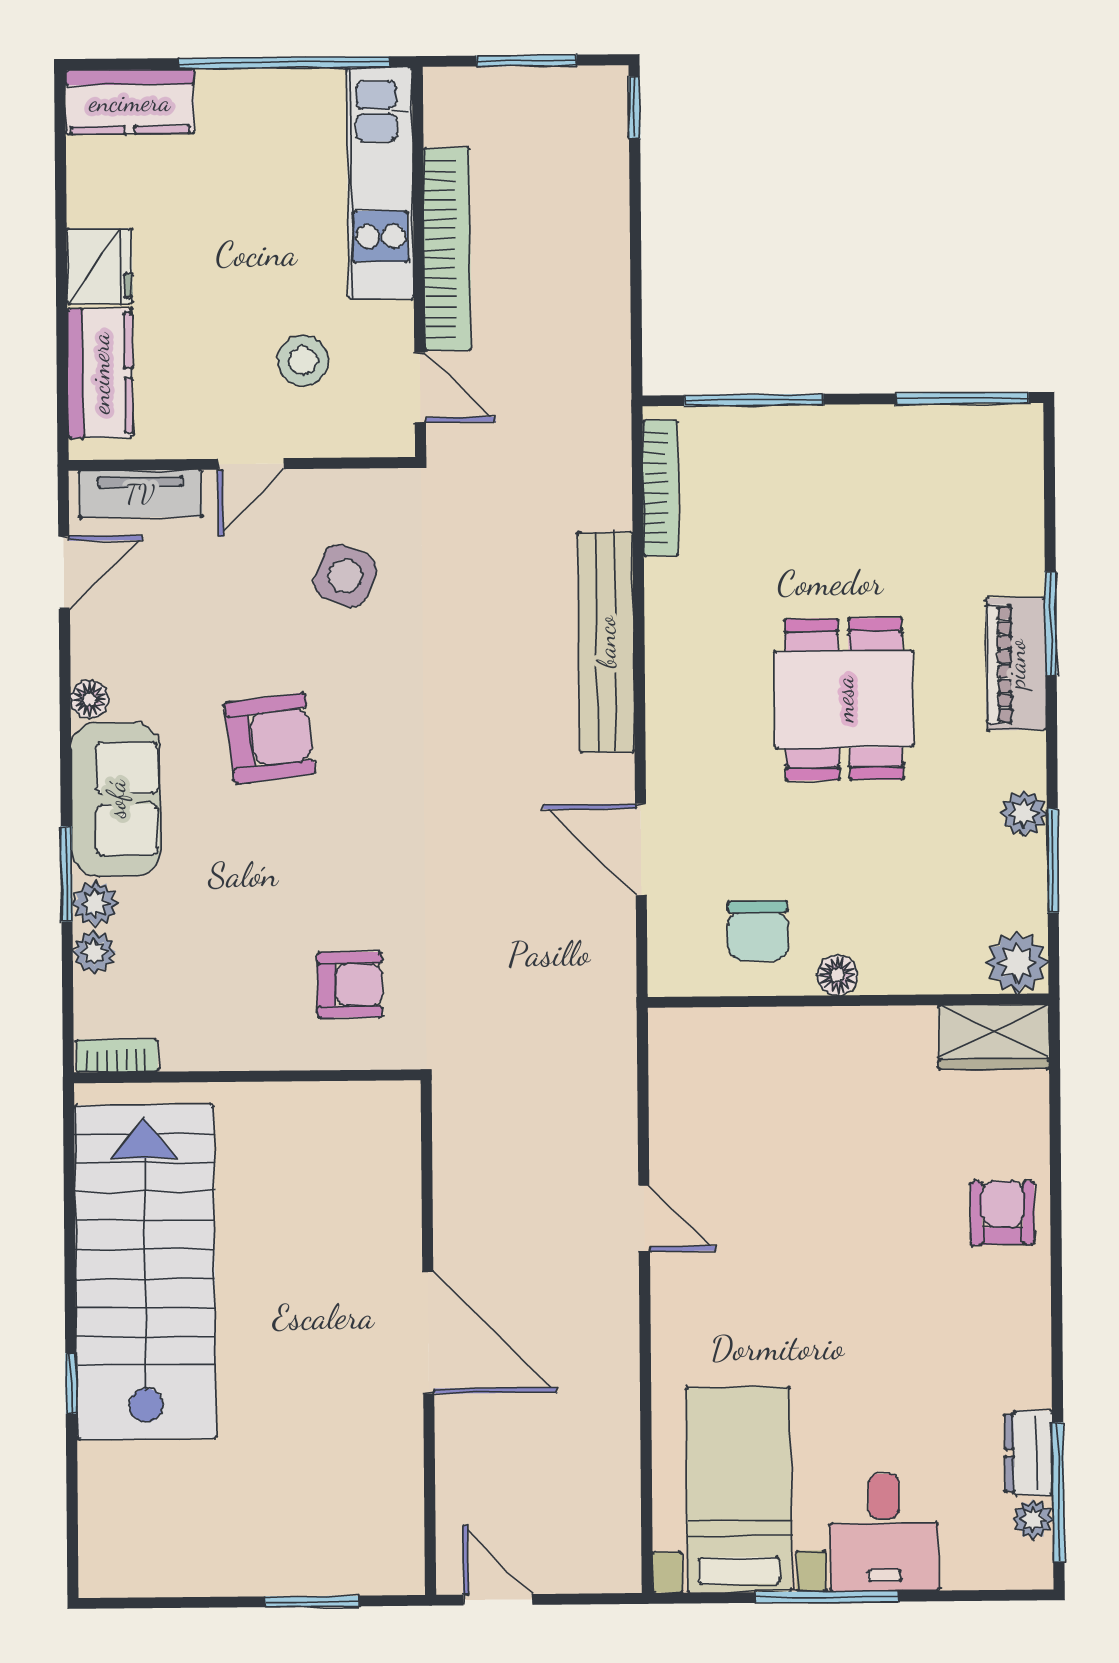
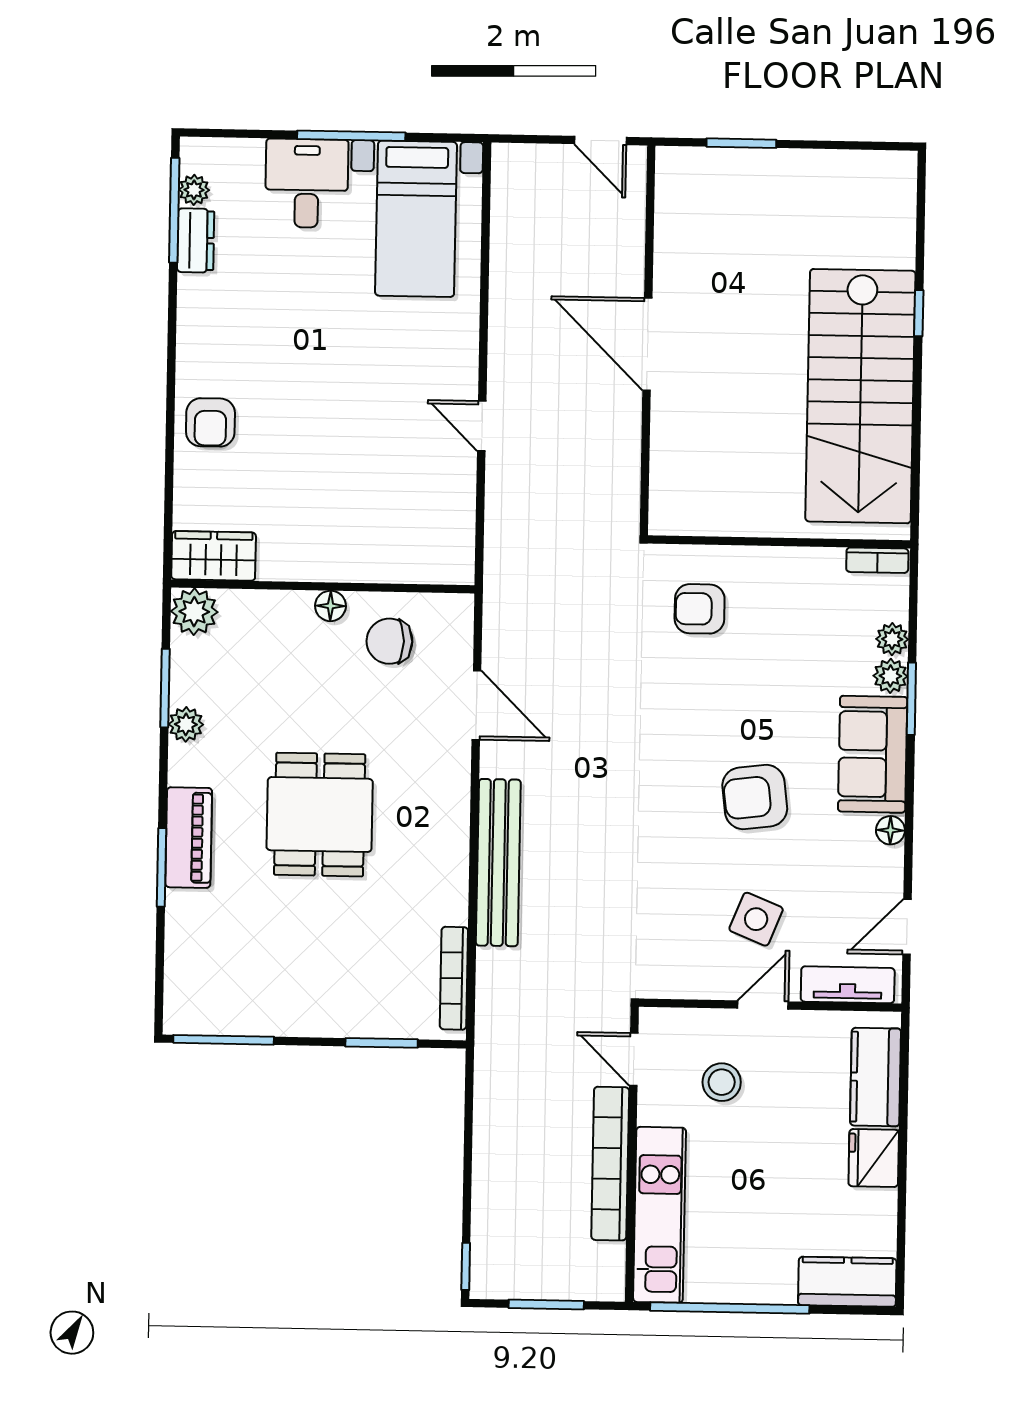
window: (754, 400) -> (382, 1043), width x0.69
side table: (345, 576) -> (756, 919), moved
chair: (758, 931) -> (389, 641), turned -90

